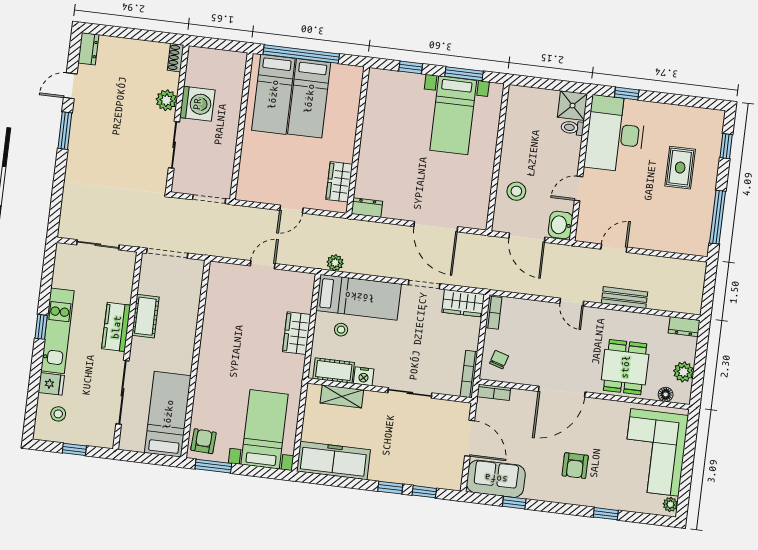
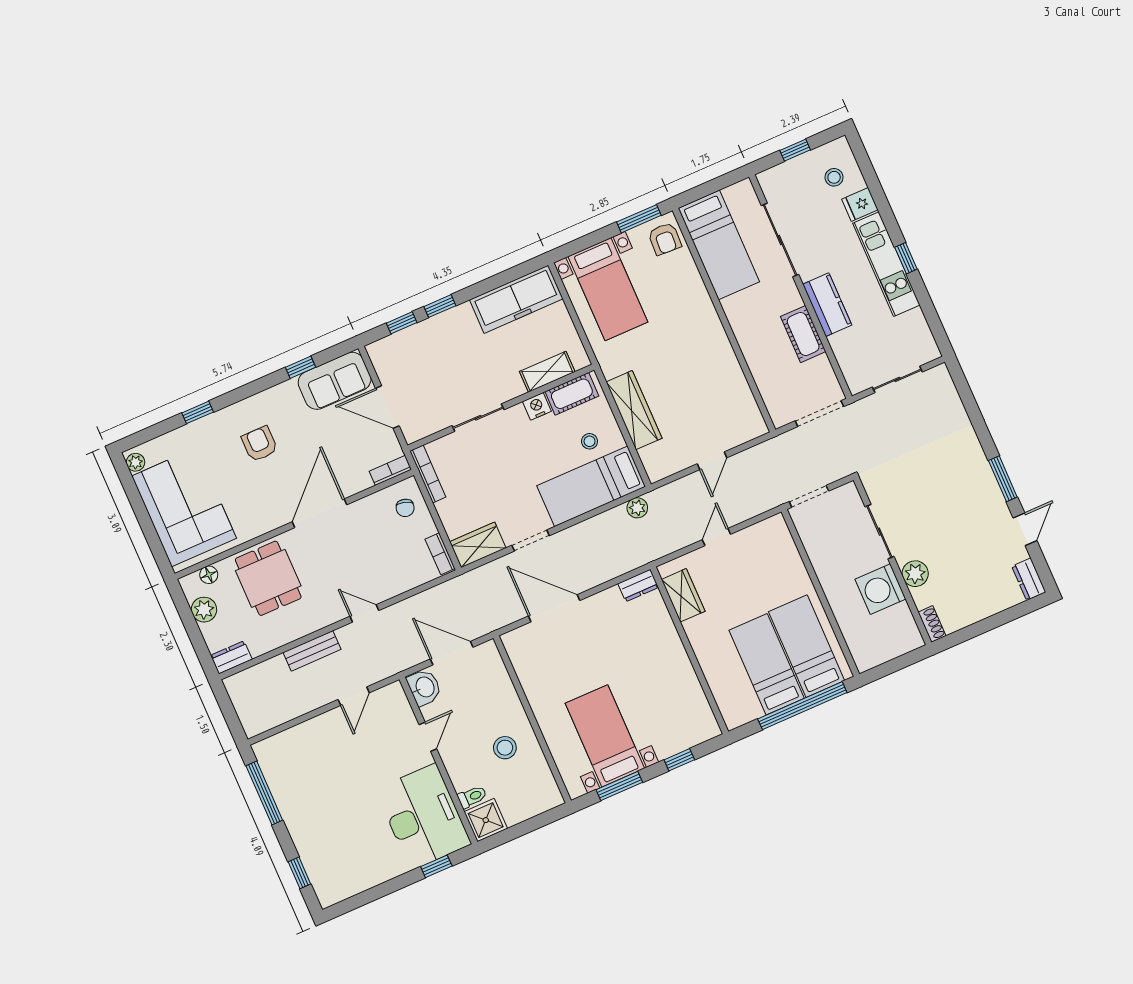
rug: (680, 168) -> (334, 822), removed
stool: (516, 191) -> (505, 748), moved
wardrobe: (297, 333) -> (634, 410), width x1.50

